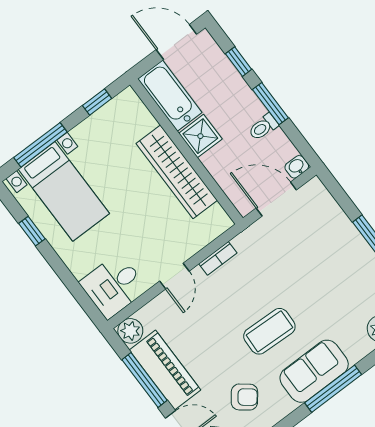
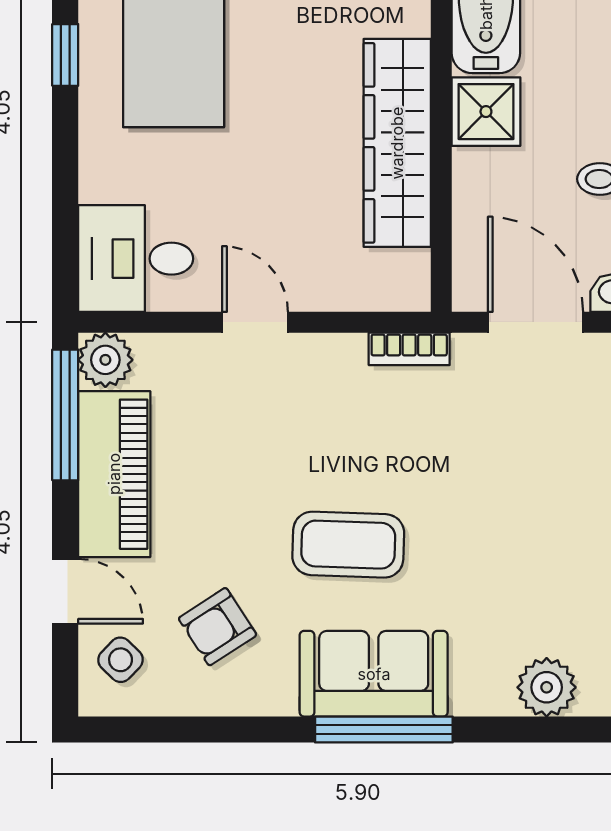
bookcase: (218, 258) -> (409, 349), moved
door: (174, 276) -> (255, 322), swing flipped
window: (144, 380) -> (65, 415), moved
armchair: (244, 397) -> (218, 627), turned 109

